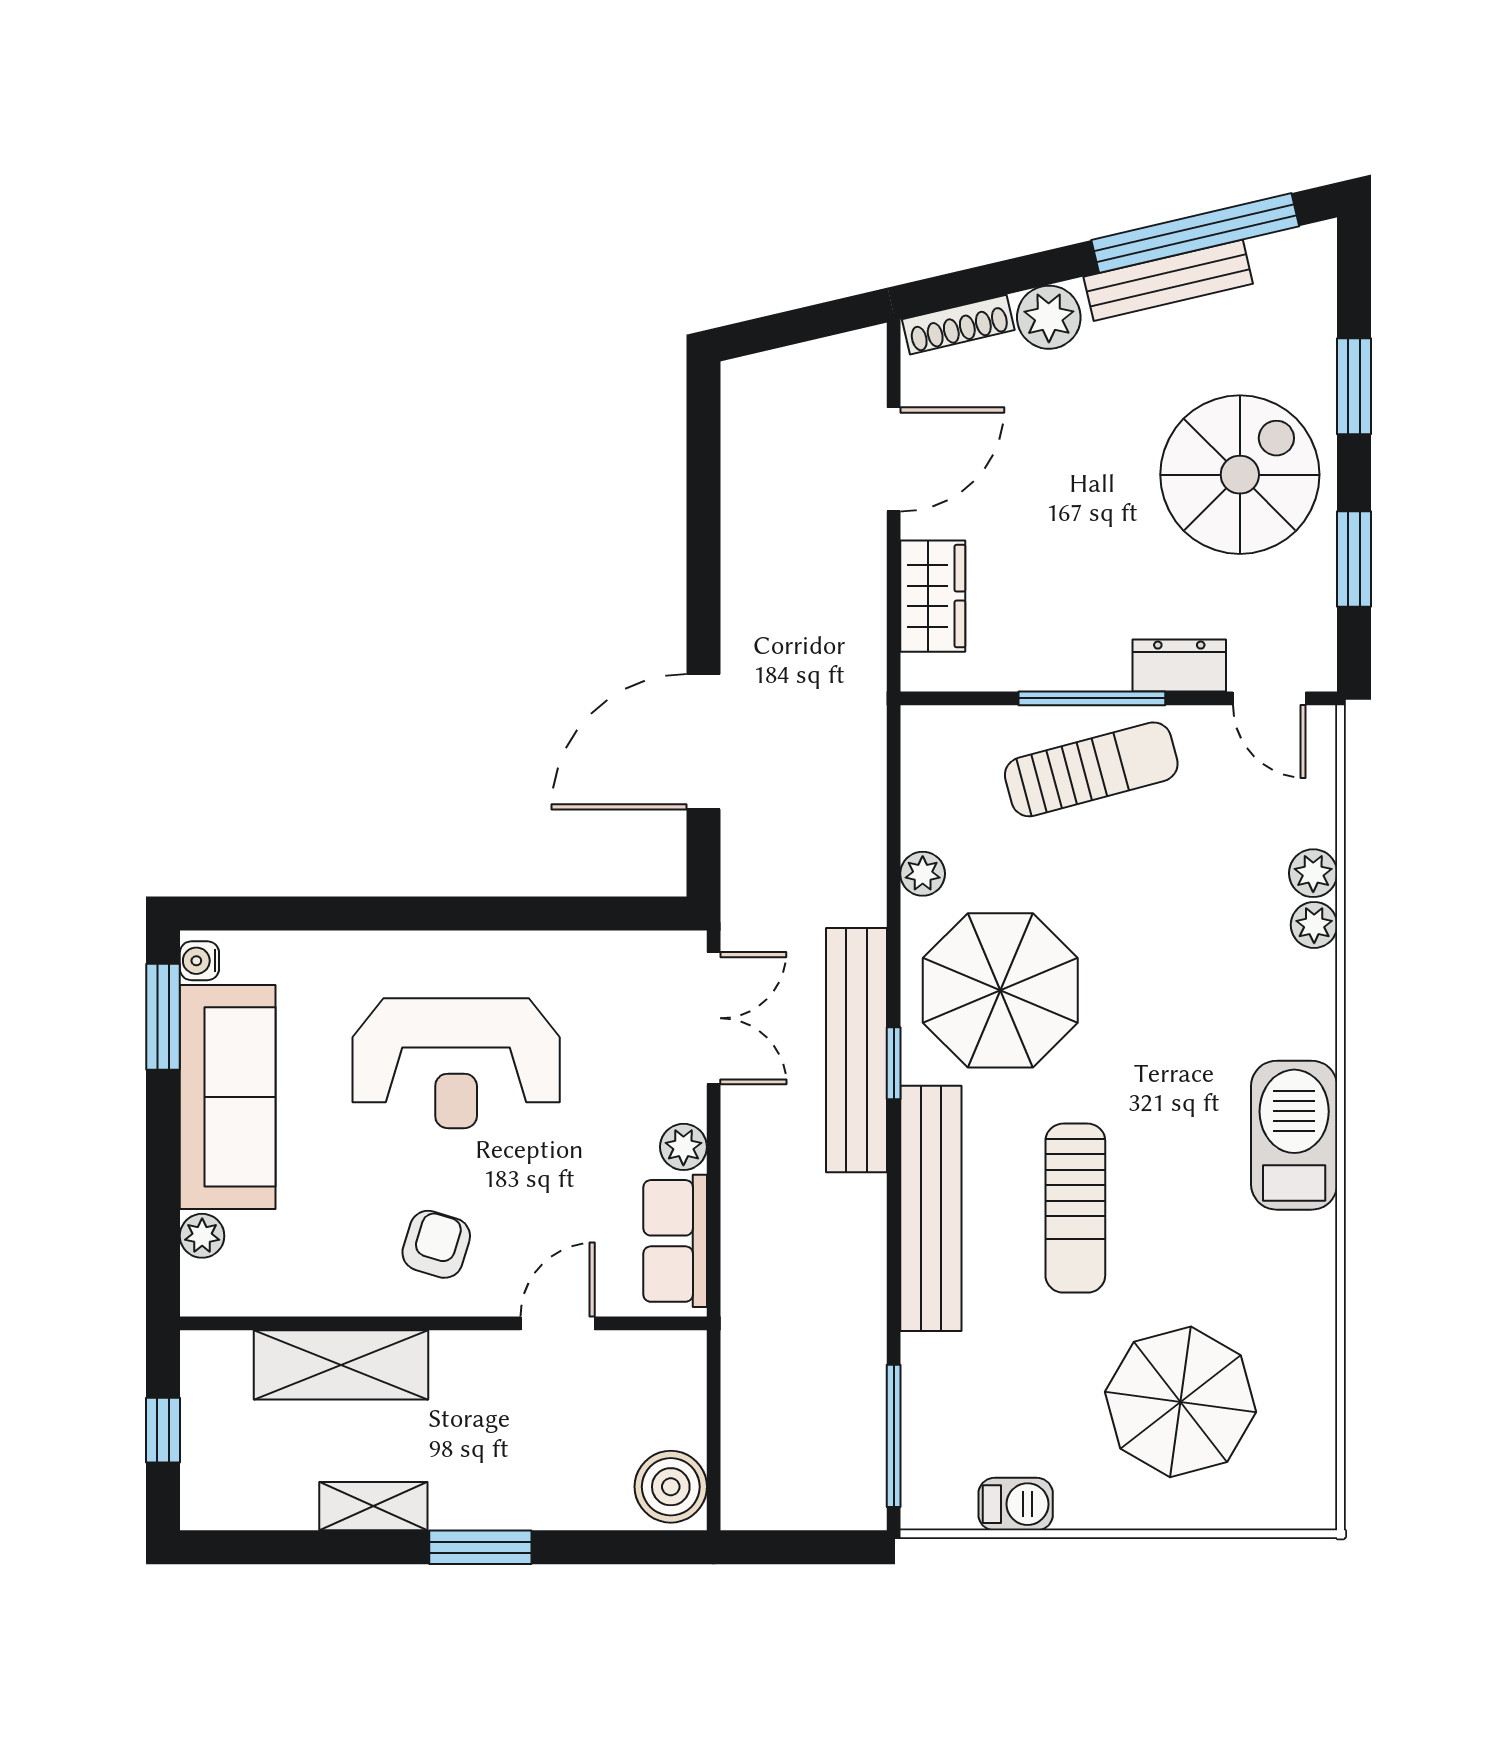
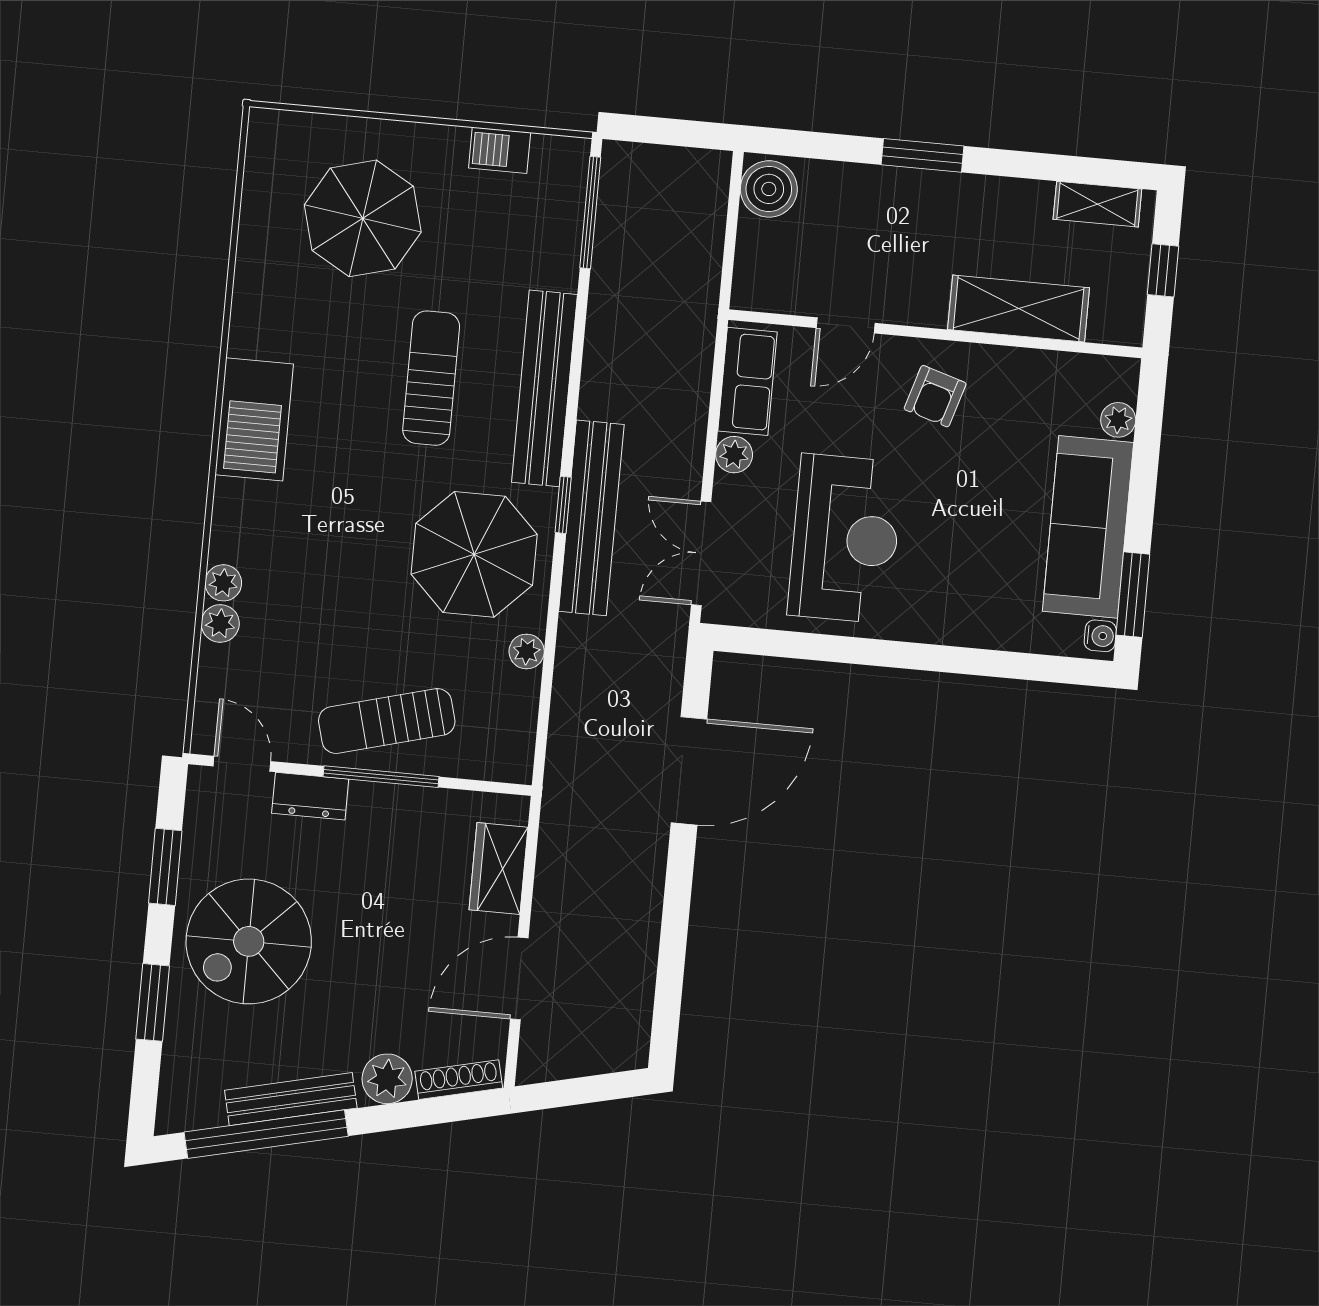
reception desk: (456, 1063) -> (845, 539), moved, turned 90
shelving: (373, 1506) -> (1097, 204), moved

